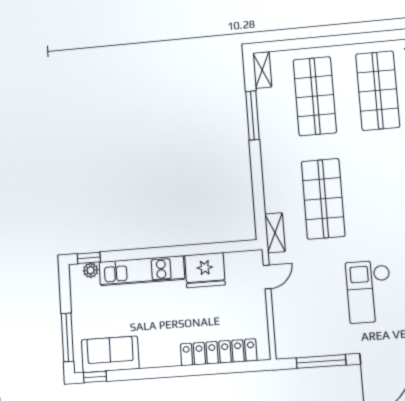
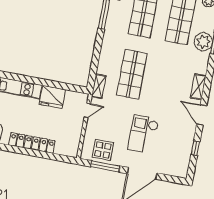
display table: (310, 335) -> (103, 150), added
locker: (219, 352) -> (32, 143), moved

